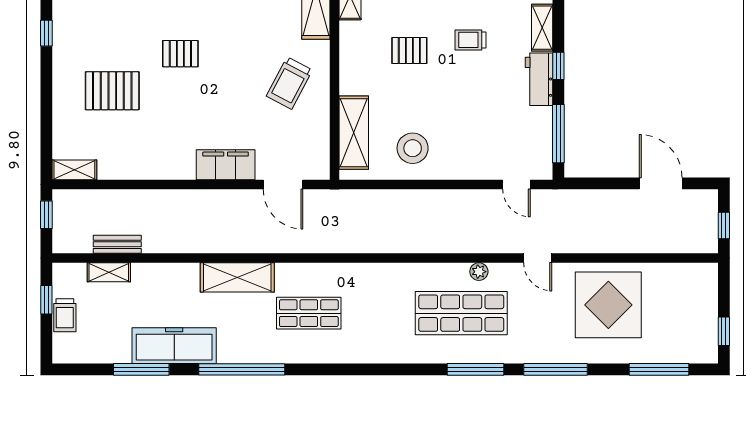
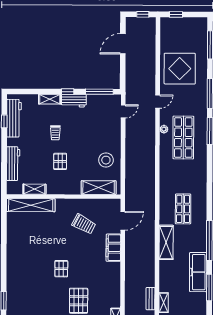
trolley: (289, 83) -> (84, 224), moved
window: (724, 331) -> (176, 14), moved

